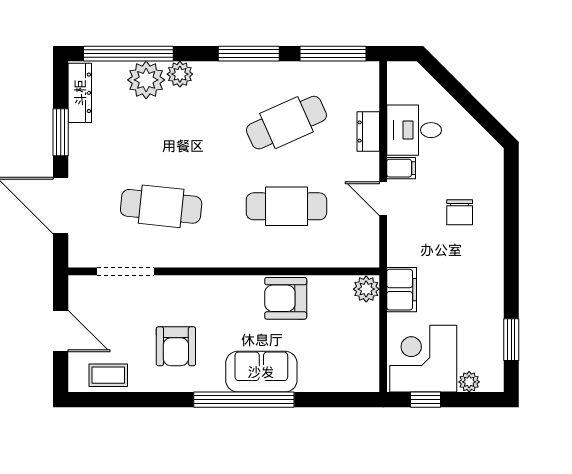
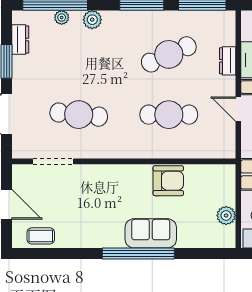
plant: (146, 80) -> (62, 17), width x0.53, depth x0.53
dresser: (80, 93) -> (20, 40), width x0.70
plant: (366, 289) -> (226, 215), moved
armchair: (286, 298) -> (168, 181), turned 180
armchair: (176, 346) -> (89, 215), removed

